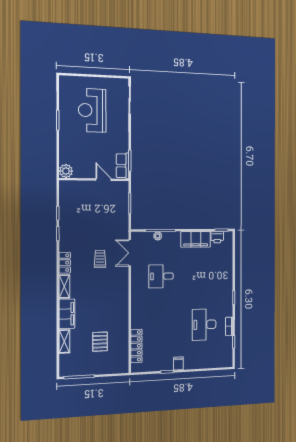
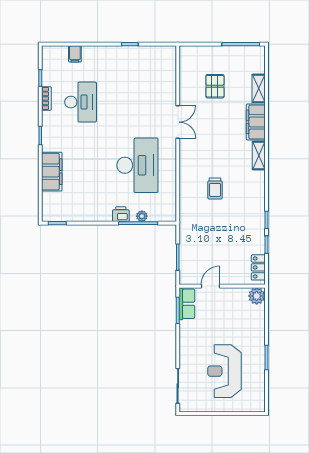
reception desk: (92, 110) -> (224, 371), turned 180
door: (104, 180) -> (211, 286), swing flipped
printer: (217, 237) -> (121, 214), moved
filing cabinet: (196, 239) -> (52, 172), moved, turned 90
double door: (130, 253) -> (178, 122), moved
locker: (65, 263) -> (258, 267), moved
desk: (161, 276) -> (137, 165), width x1.87, depth x1.30
locker: (136, 346) -> (169, 79), removed
filing cabinet: (178, 363) -> (75, 54), moved

